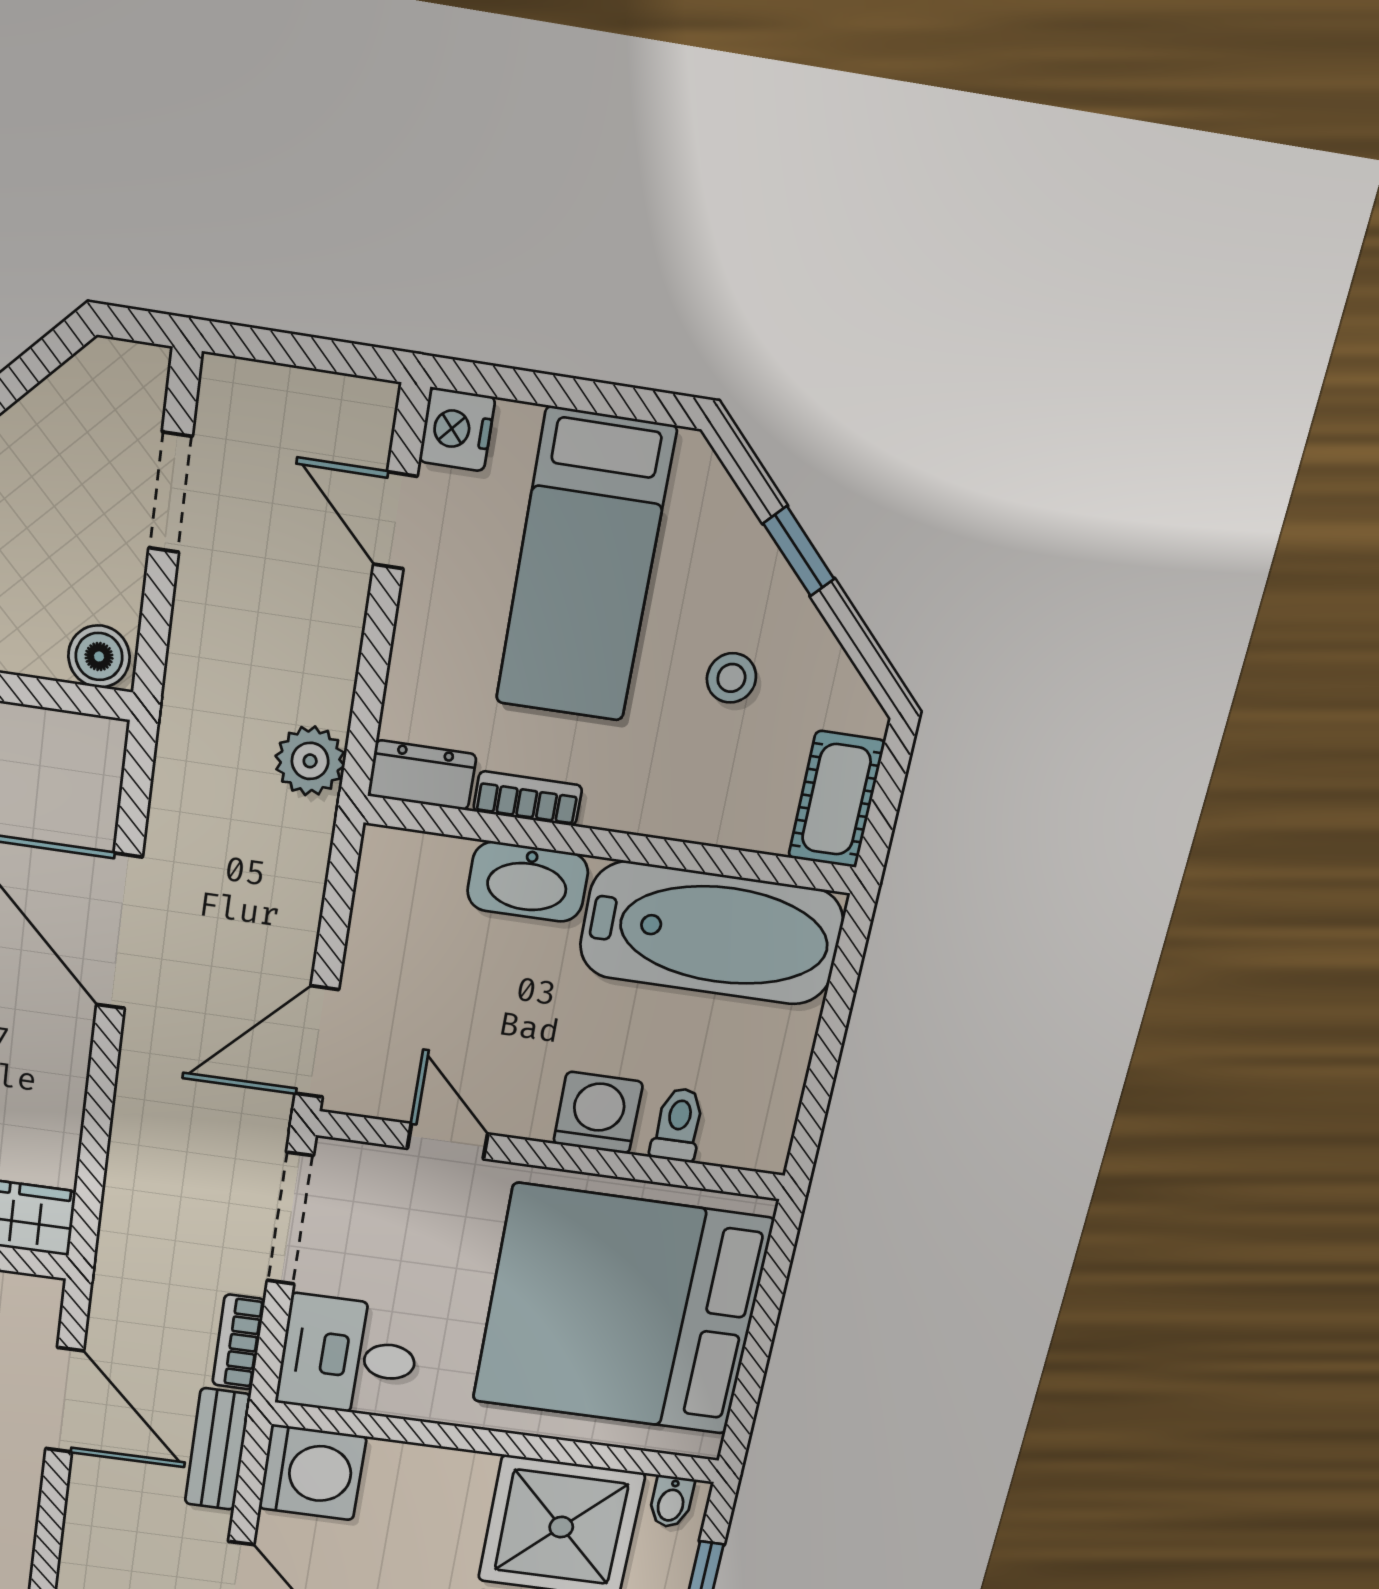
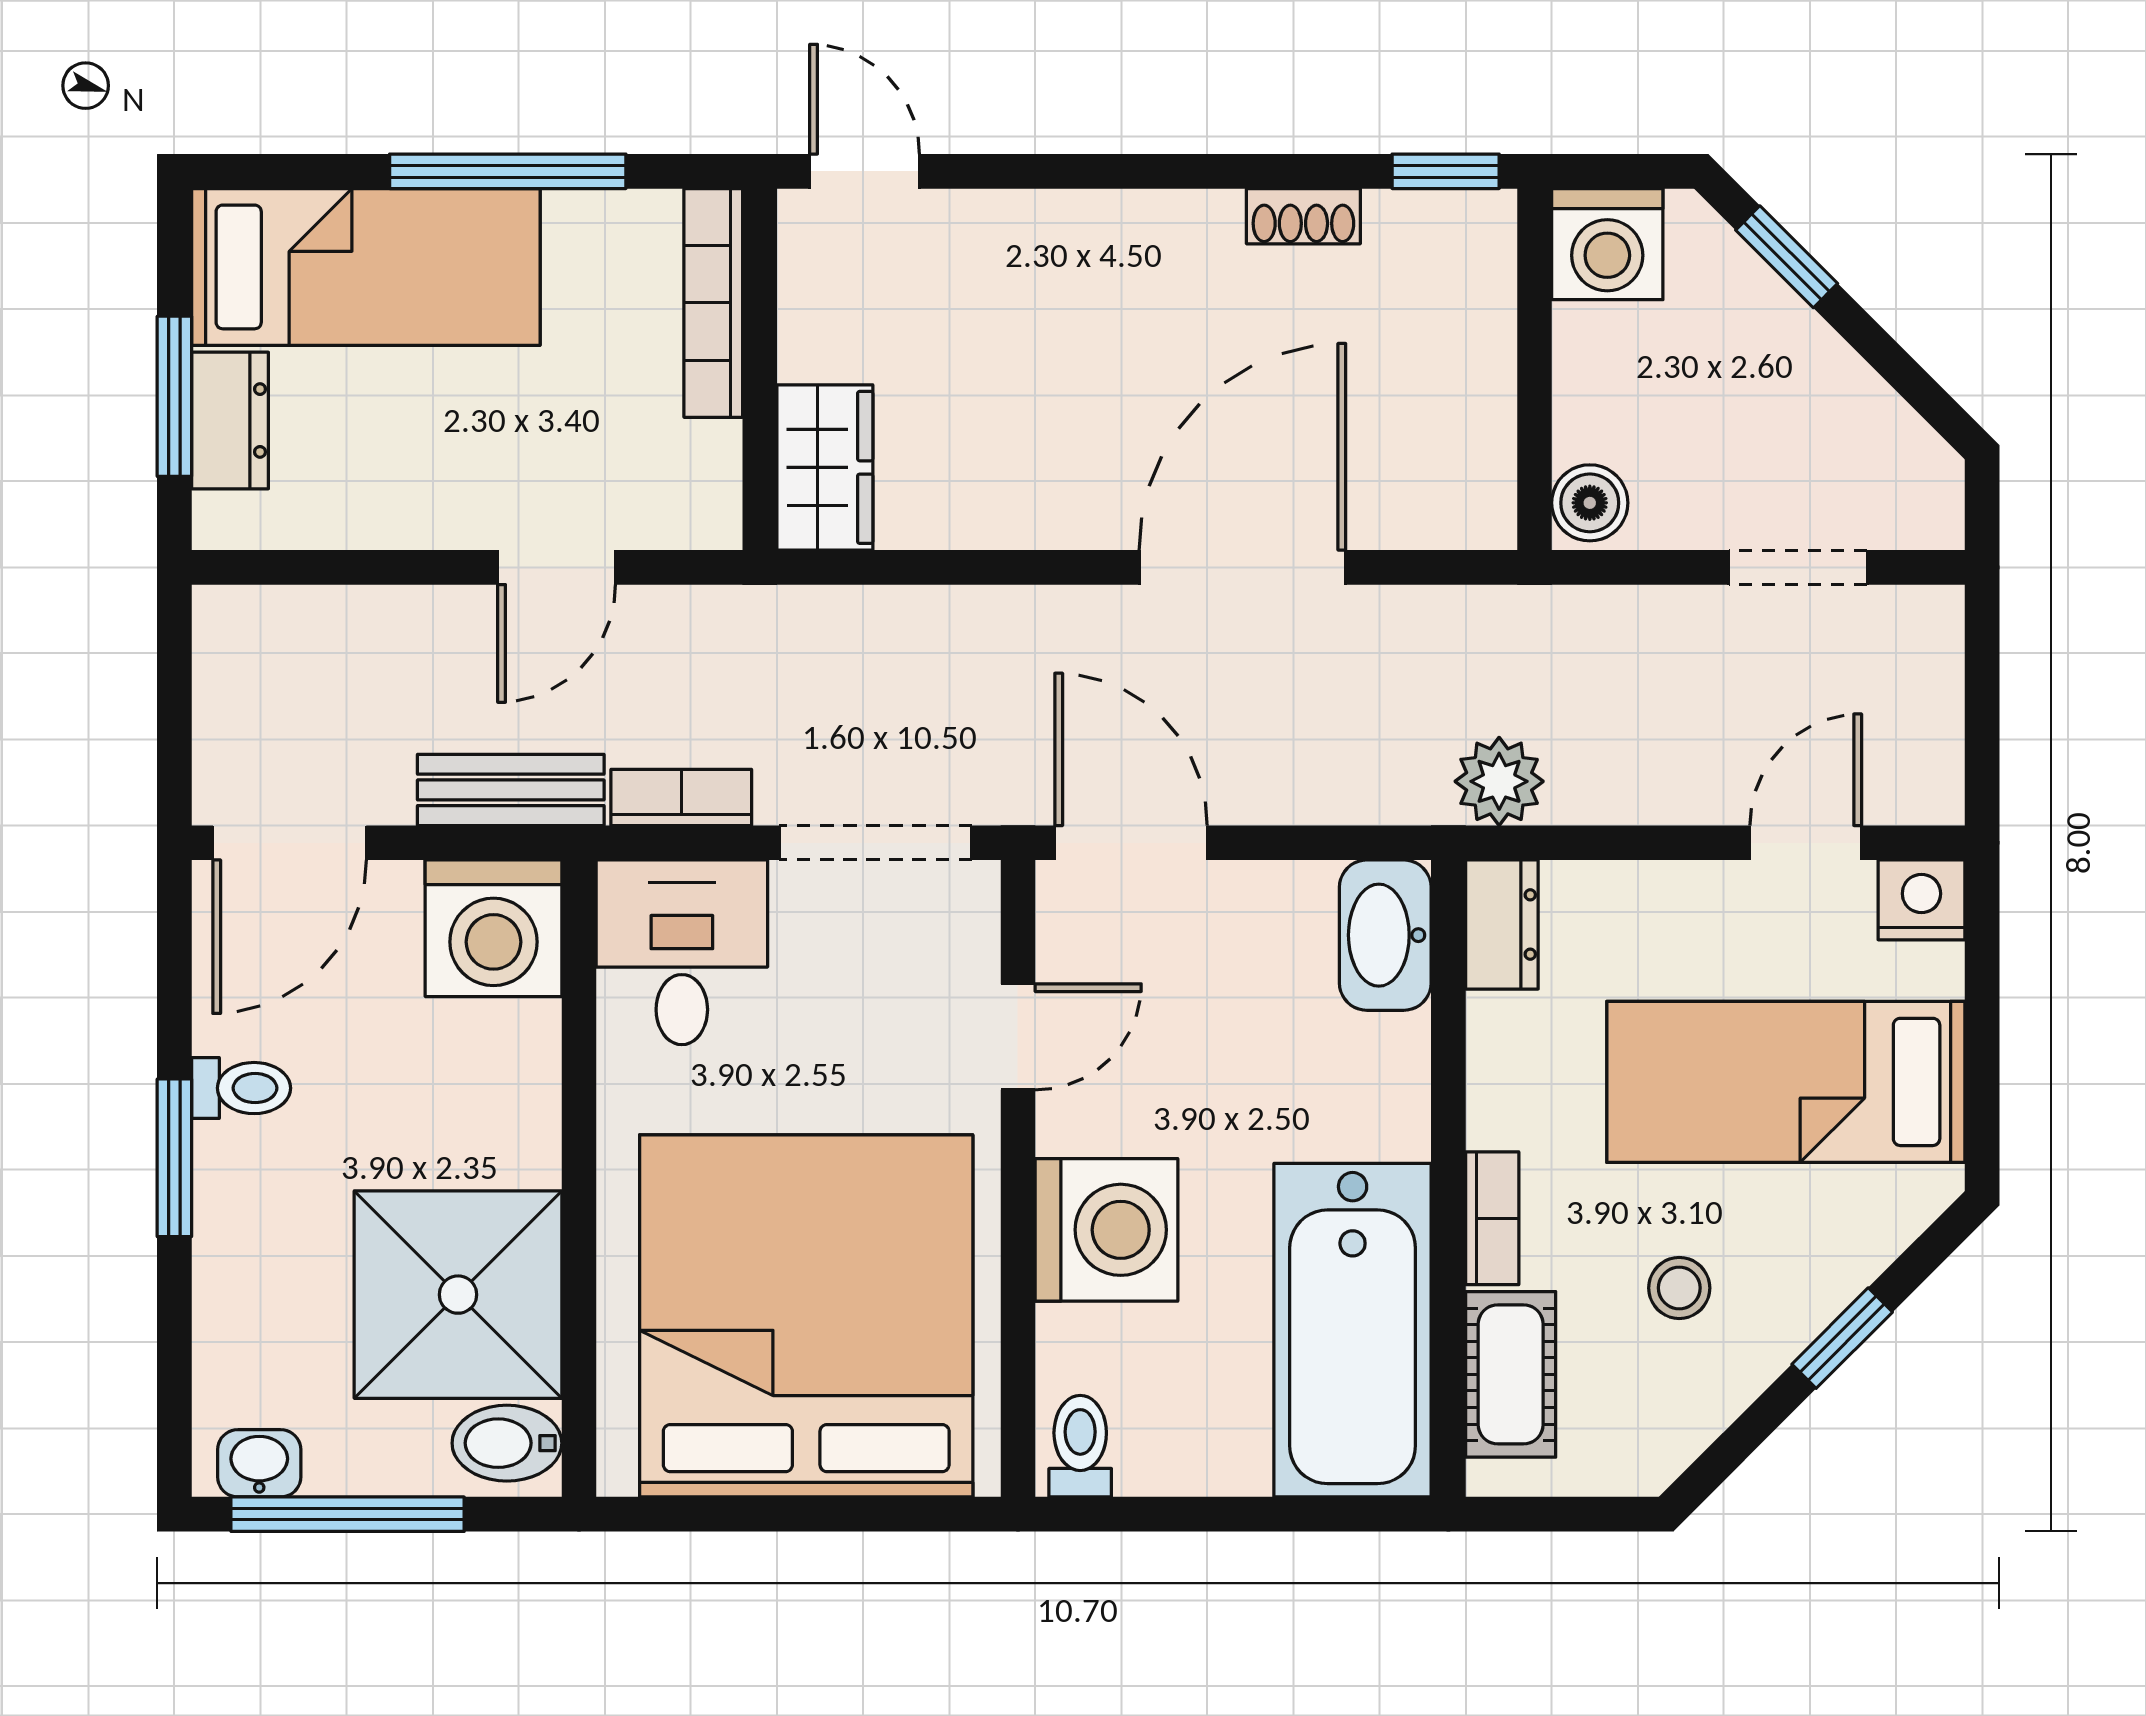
bookcase: (528, 798) -> (1492, 1218), moved
cot: (836, 799) -> (1511, 1374), moved, turned 90
washbasin: (528, 882) -> (1385, 935), moved
washing machine: (598, 1113) -> (1106, 1230), width x1.37, depth x1.37
toilet: (678, 1125) -> (1080, 1446), moved, turned -90
door: (65, 1400) -> (557, 567), width x0.73
bidet: (671, 1502) -> (507, 1443), width x1.38, depth x1.36

